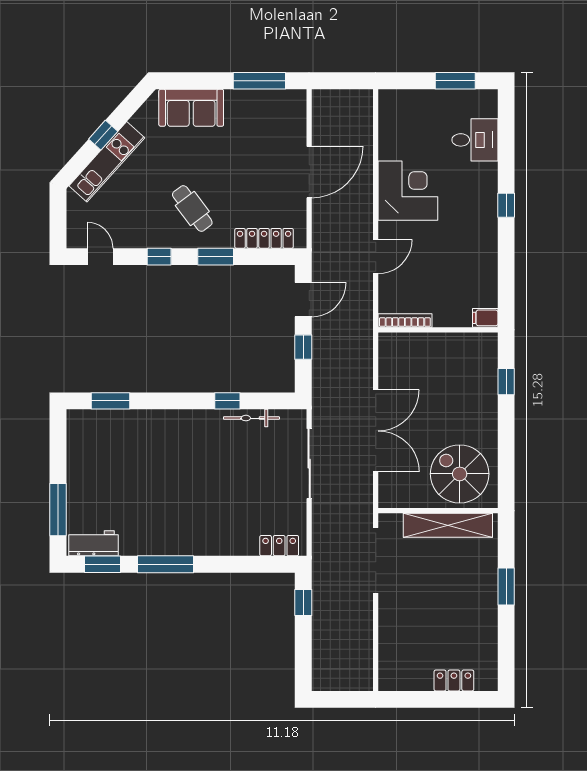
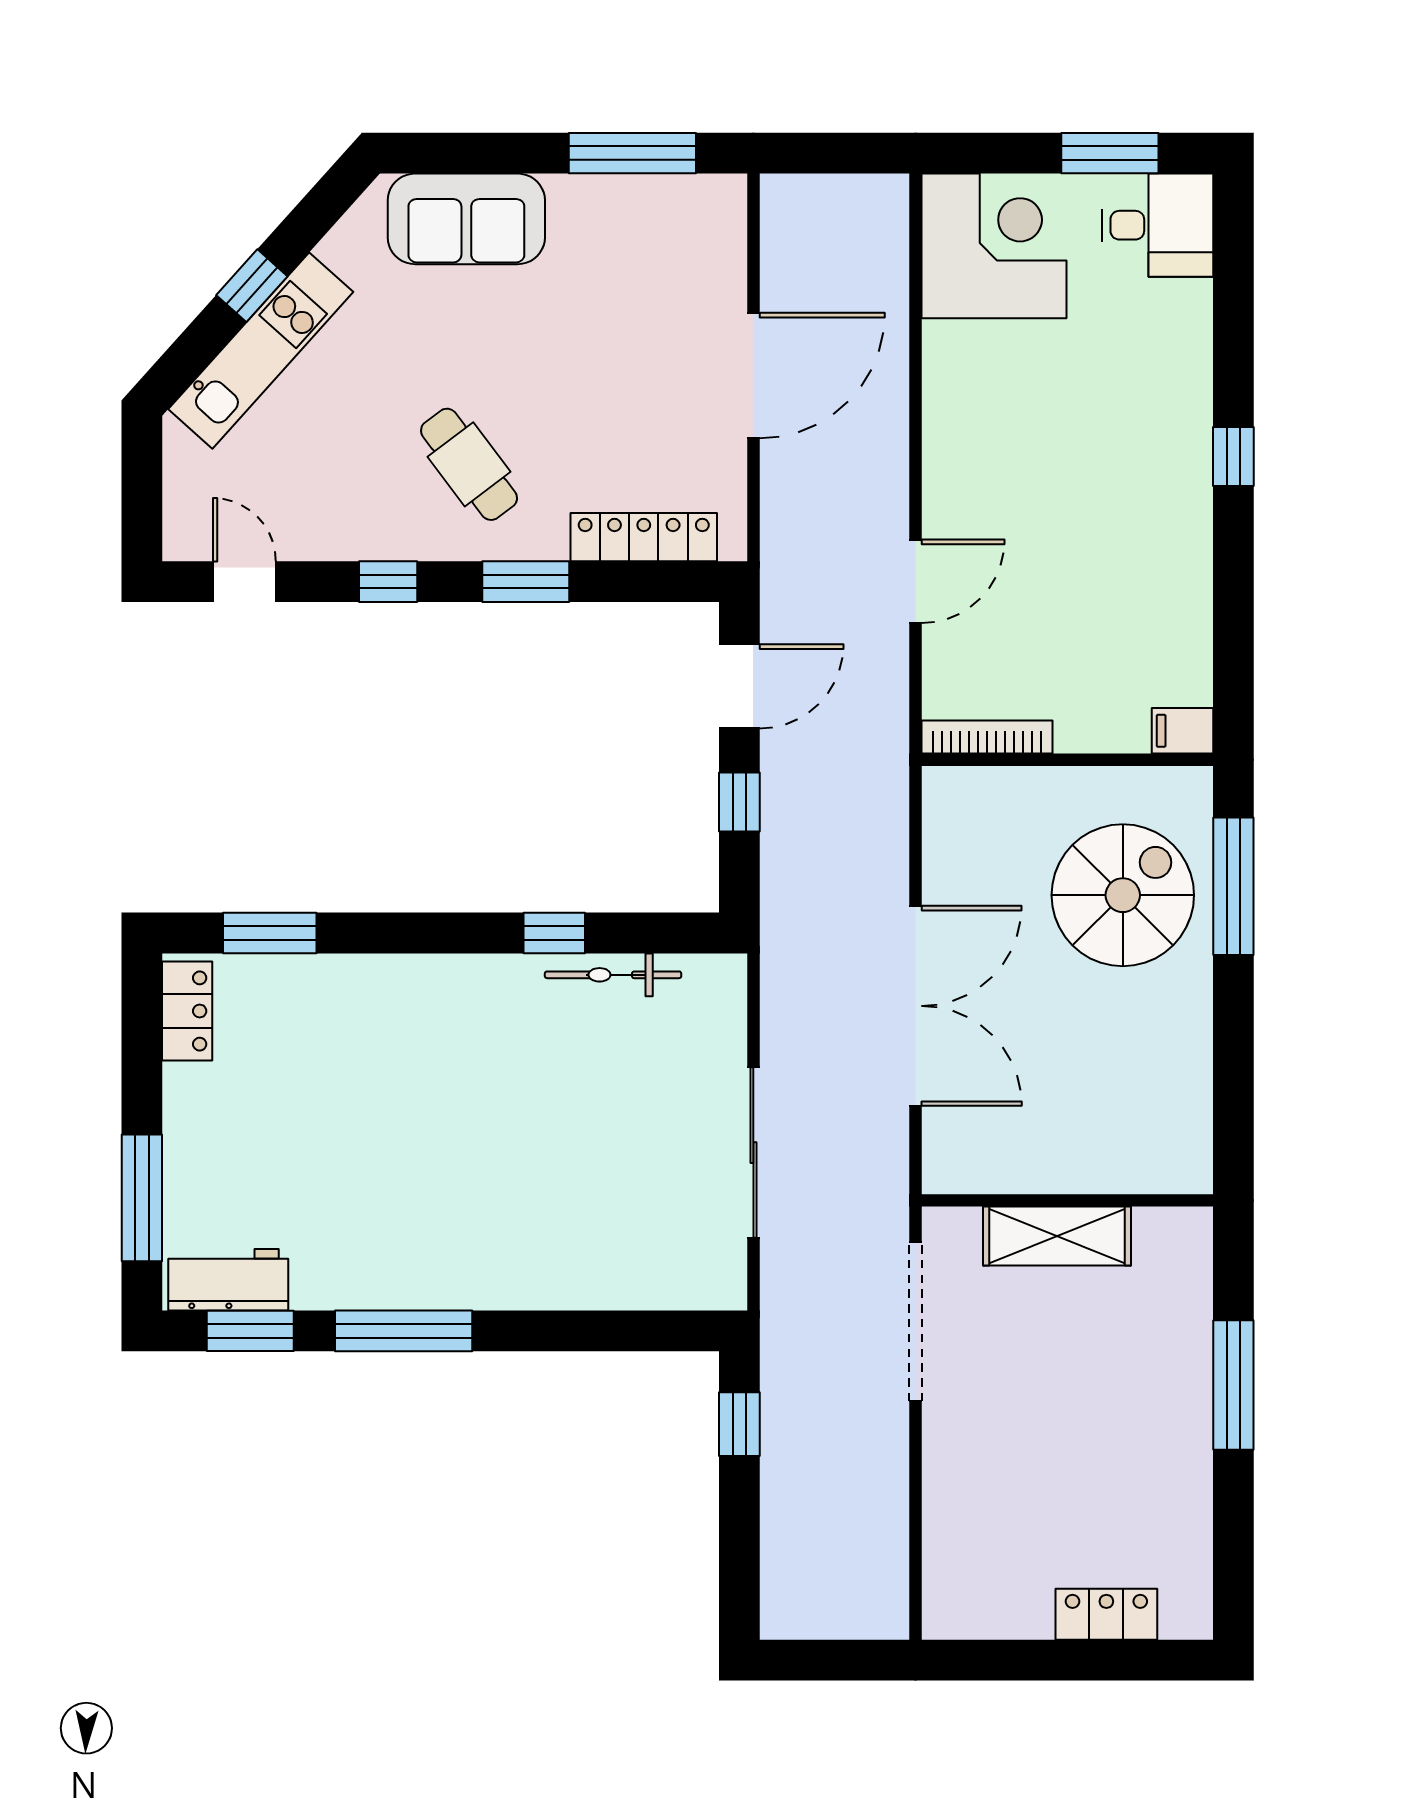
desk: (475, 140) -> (1157, 225), moved
corner desk: (408, 191) -> (994, 246), moved
window: (506, 382) -> (1233, 886), width x2.17
sliding door: (309, 464) -> (753, 1153), moved
spiral stairs: (460, 474) -> (1123, 895), moved, turned 90
shelving: (448, 525) -> (1057, 1236), width x0.68
locker: (279, 546) -> (187, 1011), moved, turned 90
window: (506, 586) -> (1233, 1385), width x1.44

